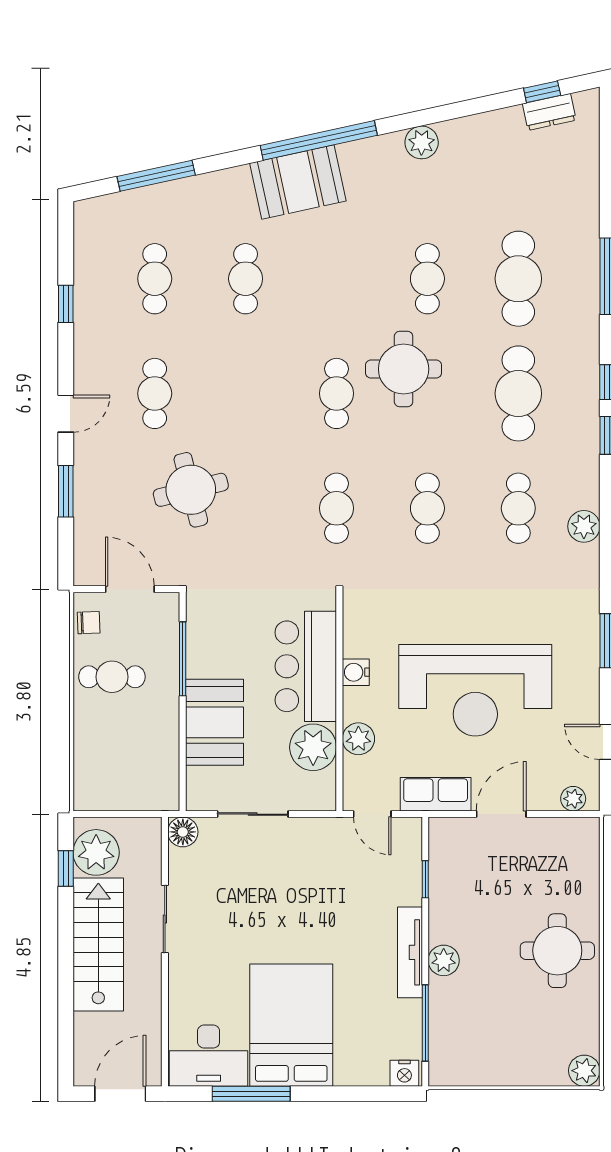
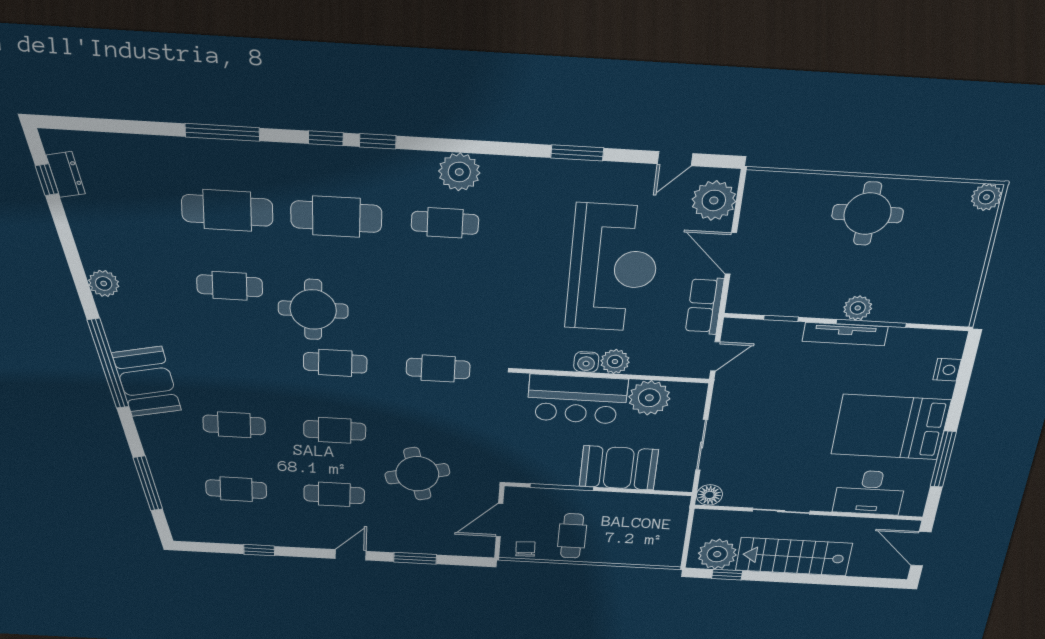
door: (66, 414) -> (351, 555), hinge flipped
cafe table: (427, 508) -> (335, 430), moved
plant: (584, 526) -> (459, 172), width x1.36, depth x1.36
plant: (358, 739) -> (615, 361), moved
plant: (573, 799) -> (714, 200), width x1.88, depth x1.88
window: (425, 1023) -> (871, 323), moved
desk: (209, 1056) -> (870, 493), moved, turned 90
nightstand: (404, 1073) -> (947, 370), moved

